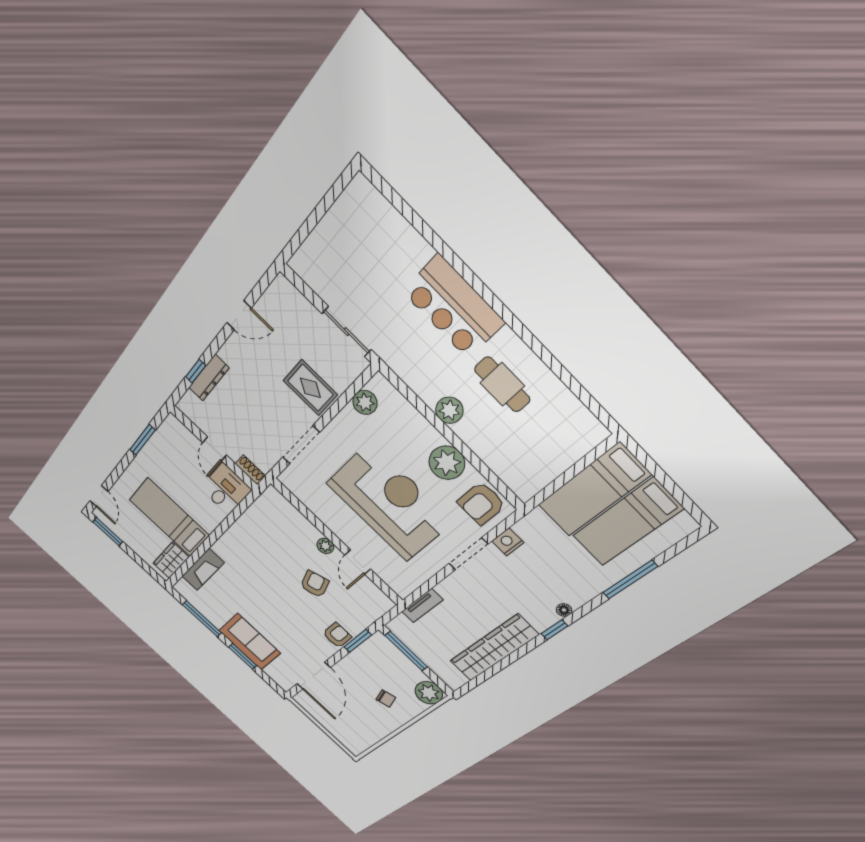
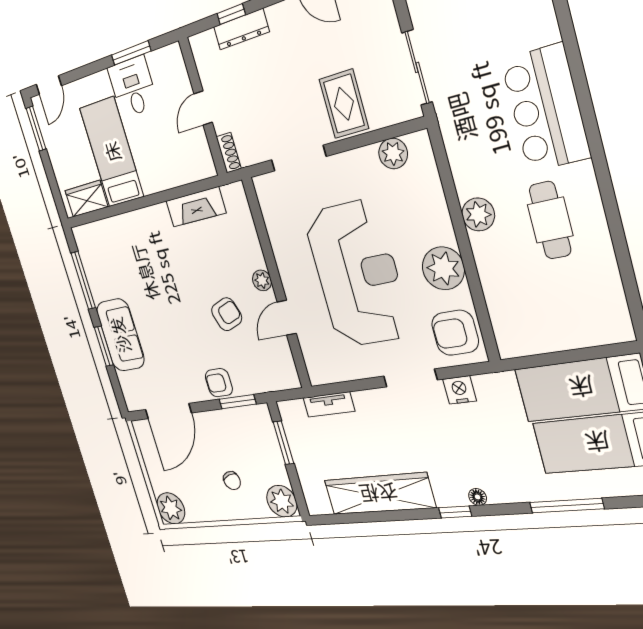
desk: (226, 489) -> (133, 87), moved, turned -90
fireplace: (203, 570) -> (196, 207), moved
armchair: (337, 635) -> (219, 383), turned 180
window: (406, 651) -> (283, 443), width x0.69
plant: (355, 743) -> (171, 508), added

